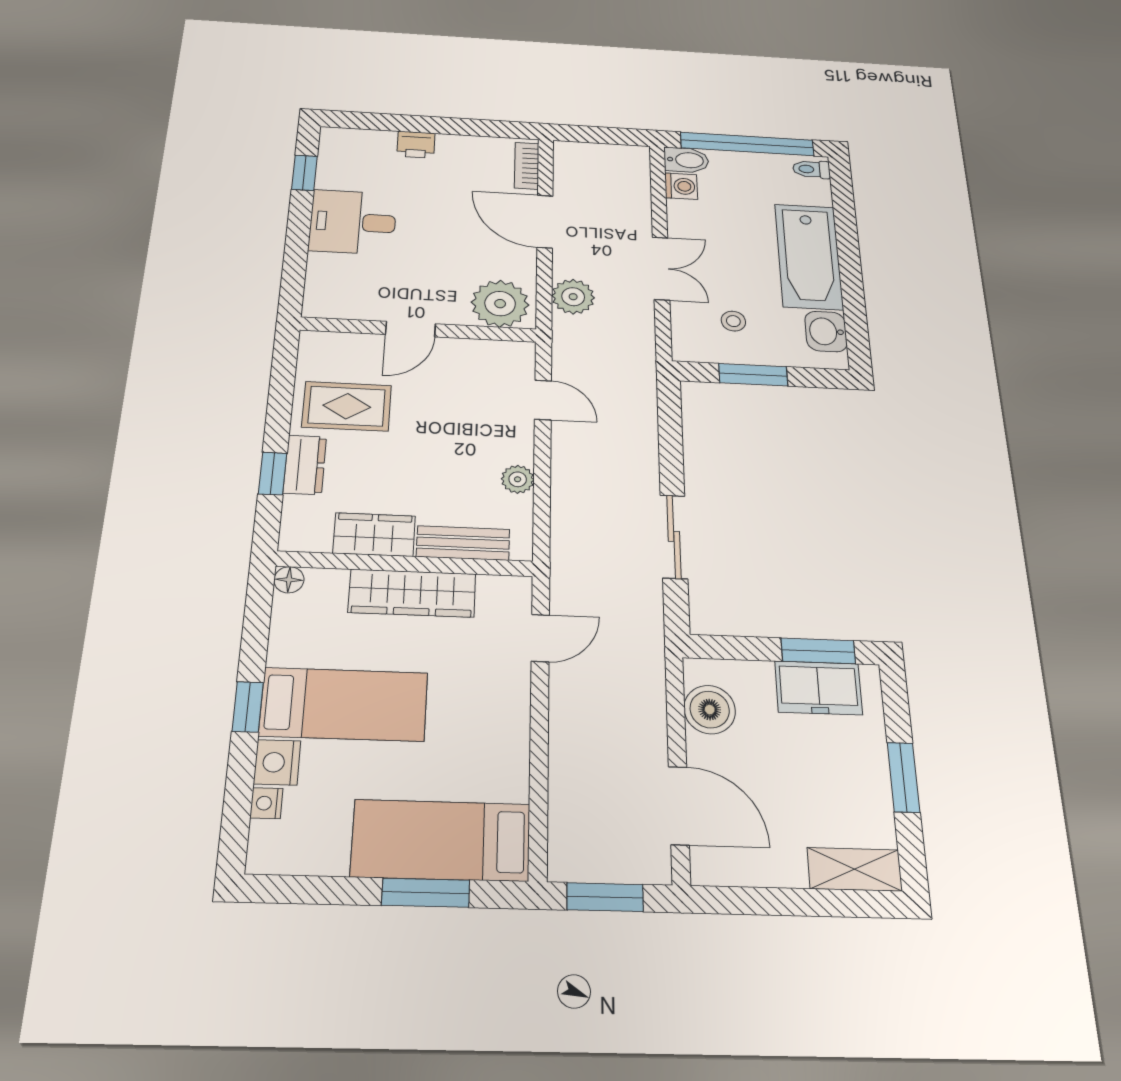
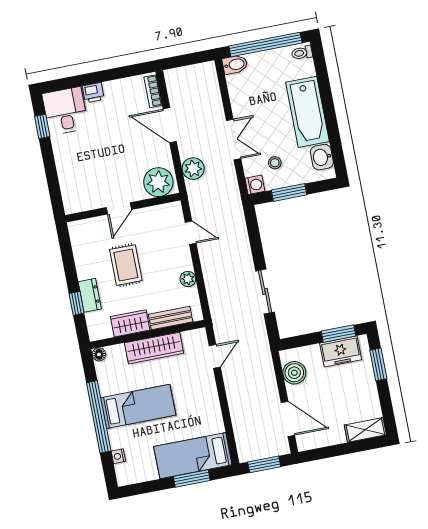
washing machine: (681, 186) -> (255, 185), moved
desk: (353, 222) -> (65, 111), moved, turned 90
rug: (347, 406) -> (126, 265), moved, turned 90
window: (248, 707) -> (99, 417), width x3.17
nightstand: (277, 762) -> (118, 438), removed
window: (903, 777) -> (378, 364), moved

